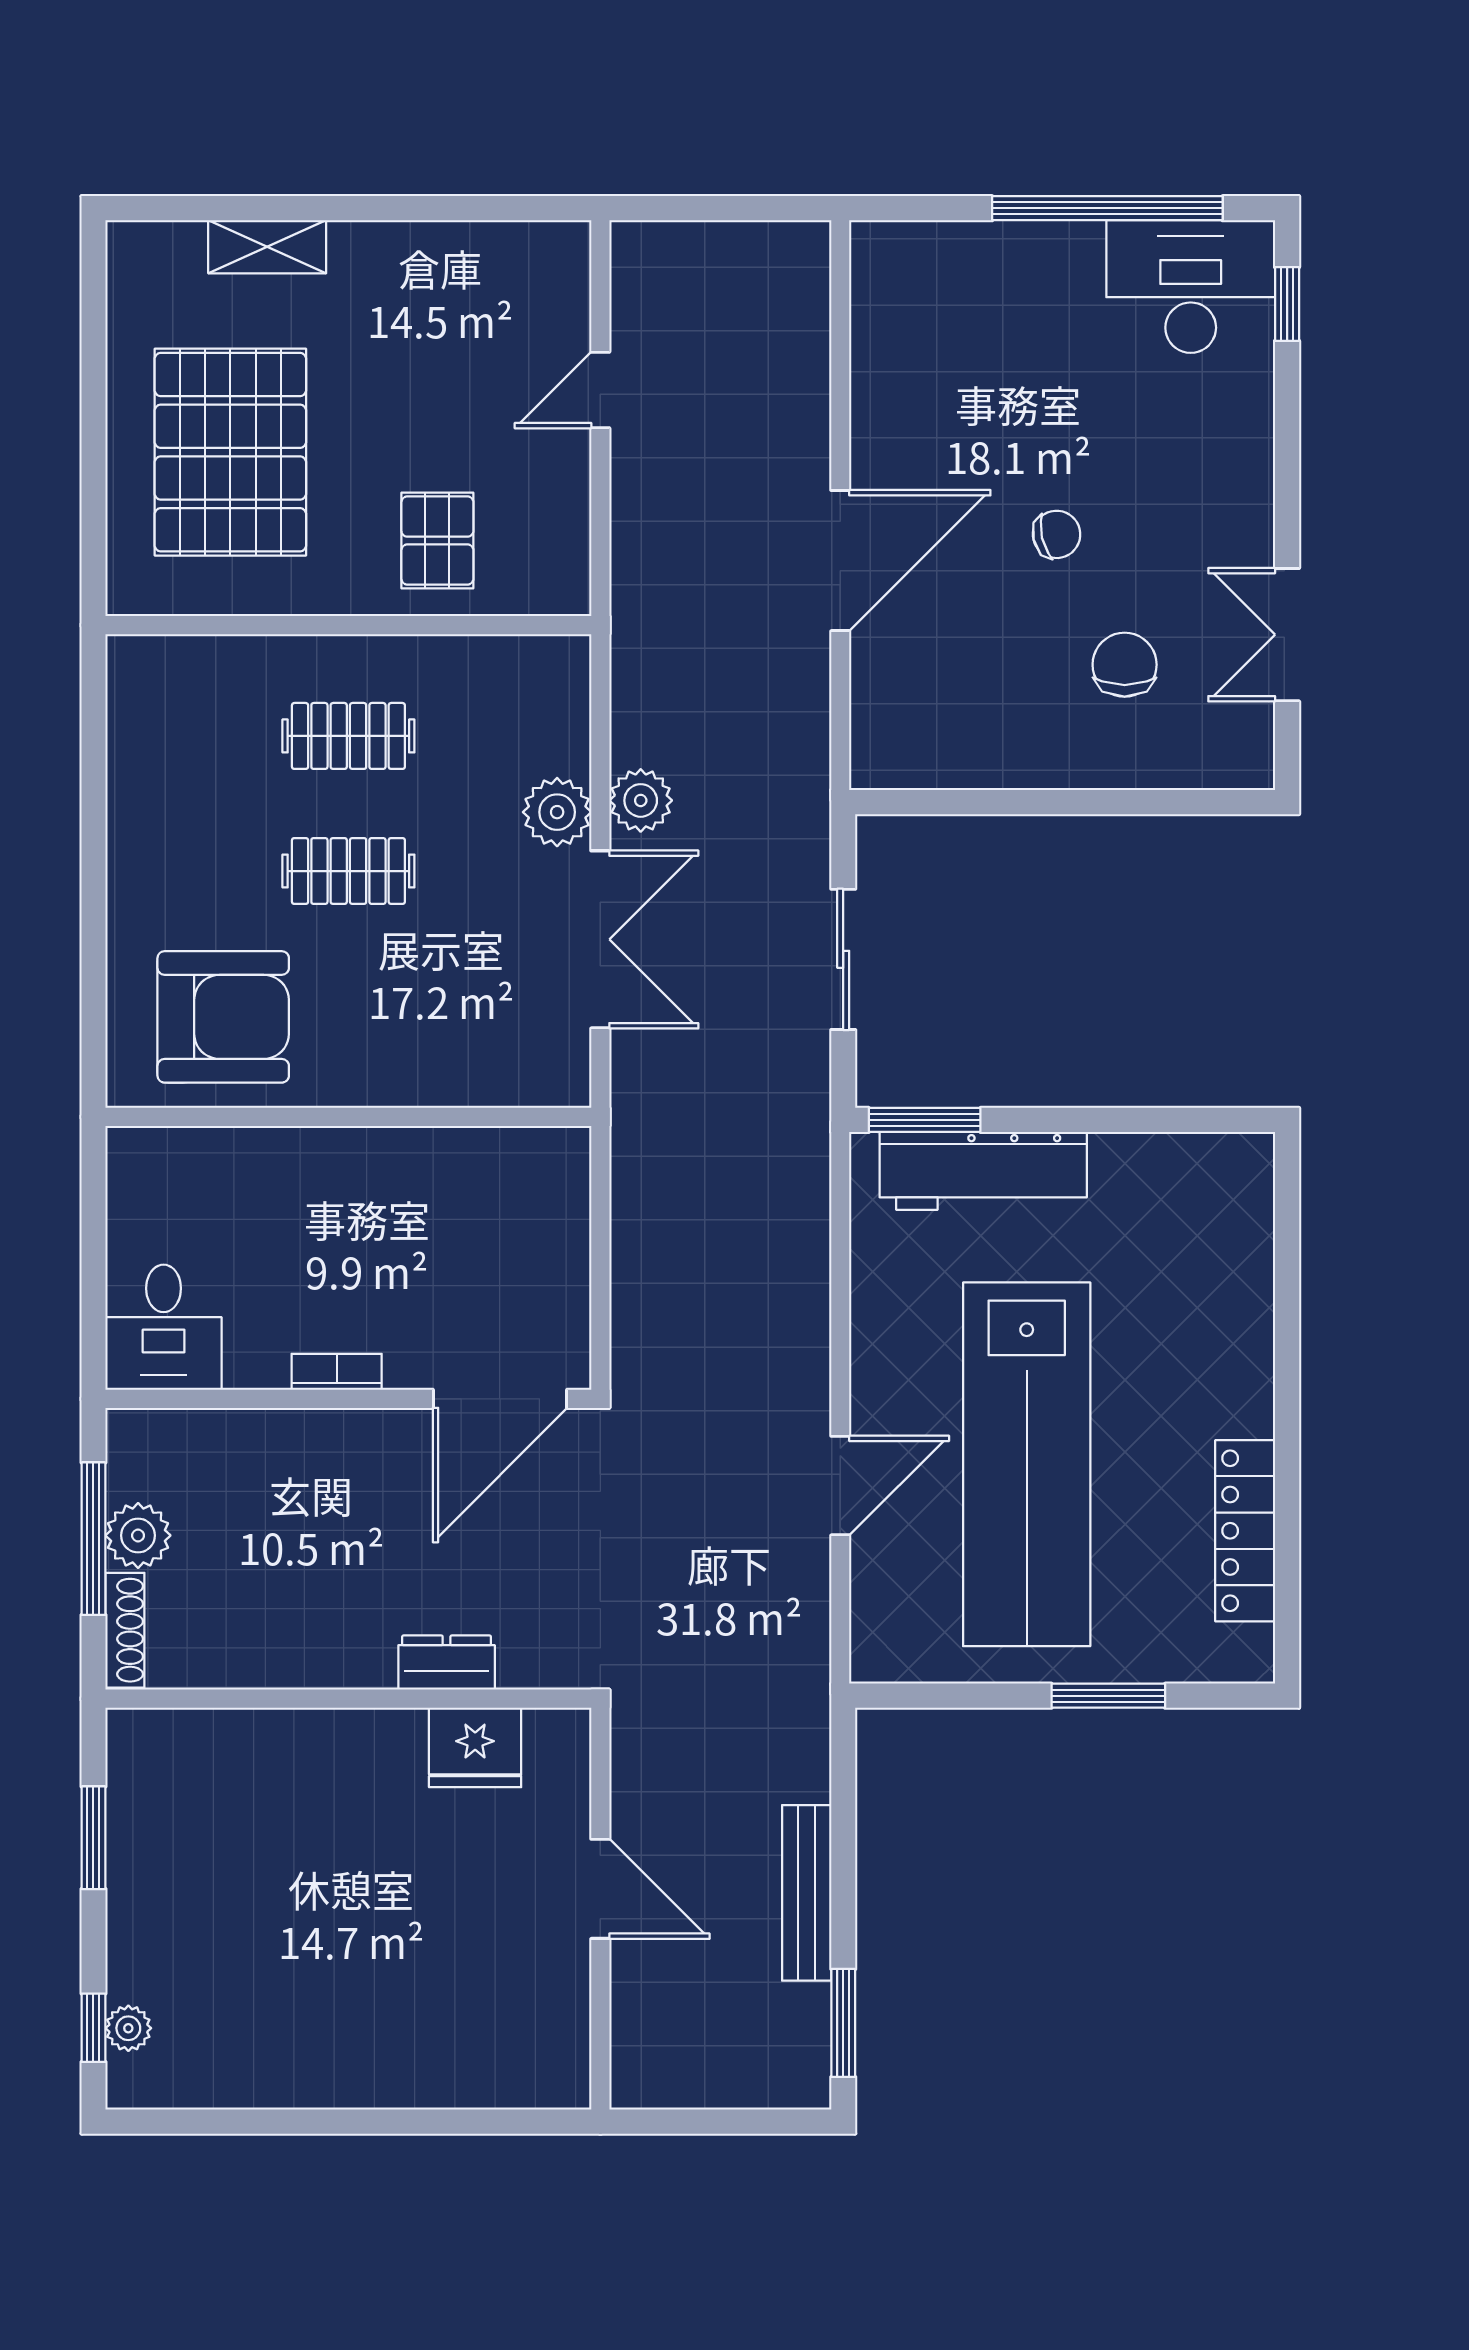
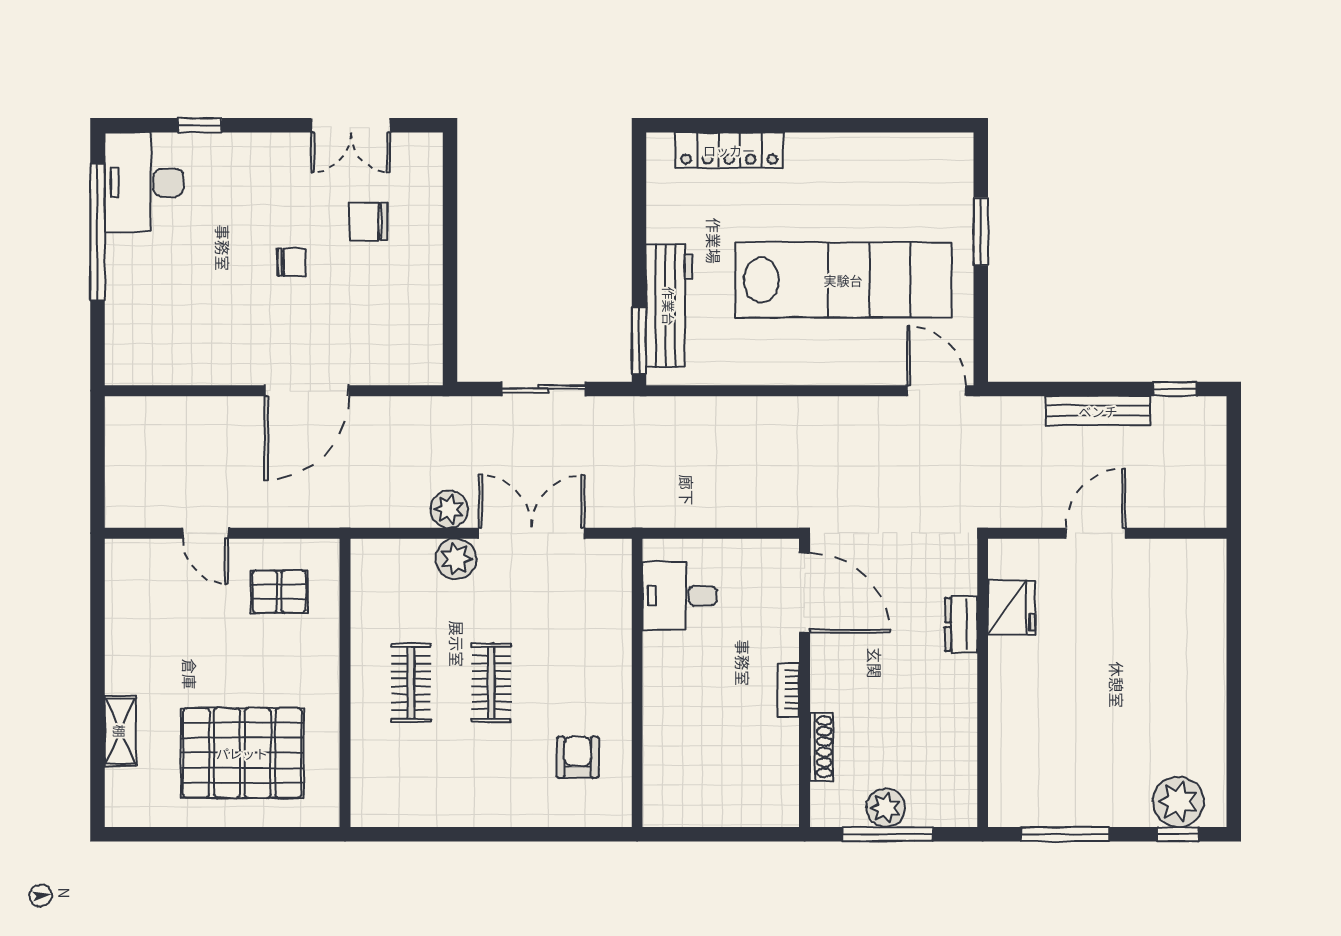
window: (1287, 304) -> (200, 125), moved
chair: (1057, 534) -> (291, 262), turned 103
pallet: (437, 541) -> (279, 592), moved
door: (840, 561) -> (307, 391), swing flipped
armchair: (223, 1017) -> (578, 757), width x0.53, depth x0.53
desk: (164, 1327) -> (680, 596), moved, turned 180
door: (840, 1486) -> (937, 391), moved
locker: (1245, 1531) -> (729, 150), moved
shoe rack: (125, 1630) -> (821, 747), moved, turned 90
window: (93, 1838) -> (1065, 834), width x1.44
window: (843, 2023) -> (1175, 389), width x0.67
plant: (128, 2028) -> (1178, 802), width x1.87, depth x1.87

